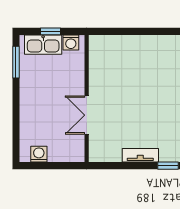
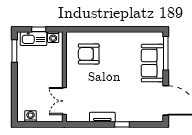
armchair: (121, 66) -> (89, 54), added
double door: (87, 115) -> (64, 101), moved

